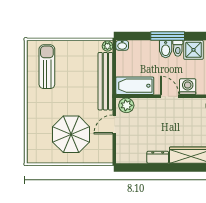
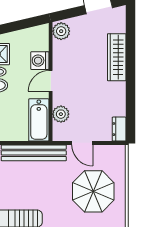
plant: (126, 105) -> (61, 114), moved
dresser: (158, 157) -> (119, 129), moved

